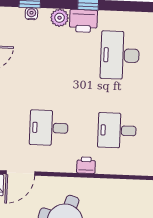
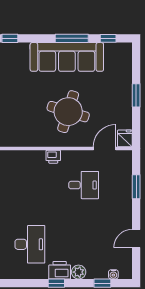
water cooler: (31, 14) -> (113, 274), moved
desk: (117, 130) -> (30, 185), removed

